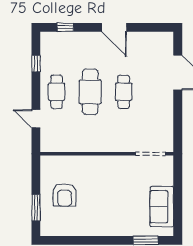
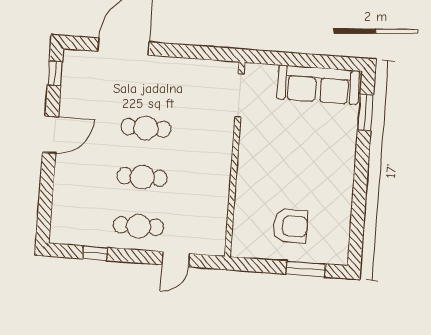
window: (65, 27) -> (55, 73), moved
cafe table: (90, 92) -> (142, 177), width x0.73, depth x0.74
sofa: (162, 207) -> (318, 85), width x1.36

